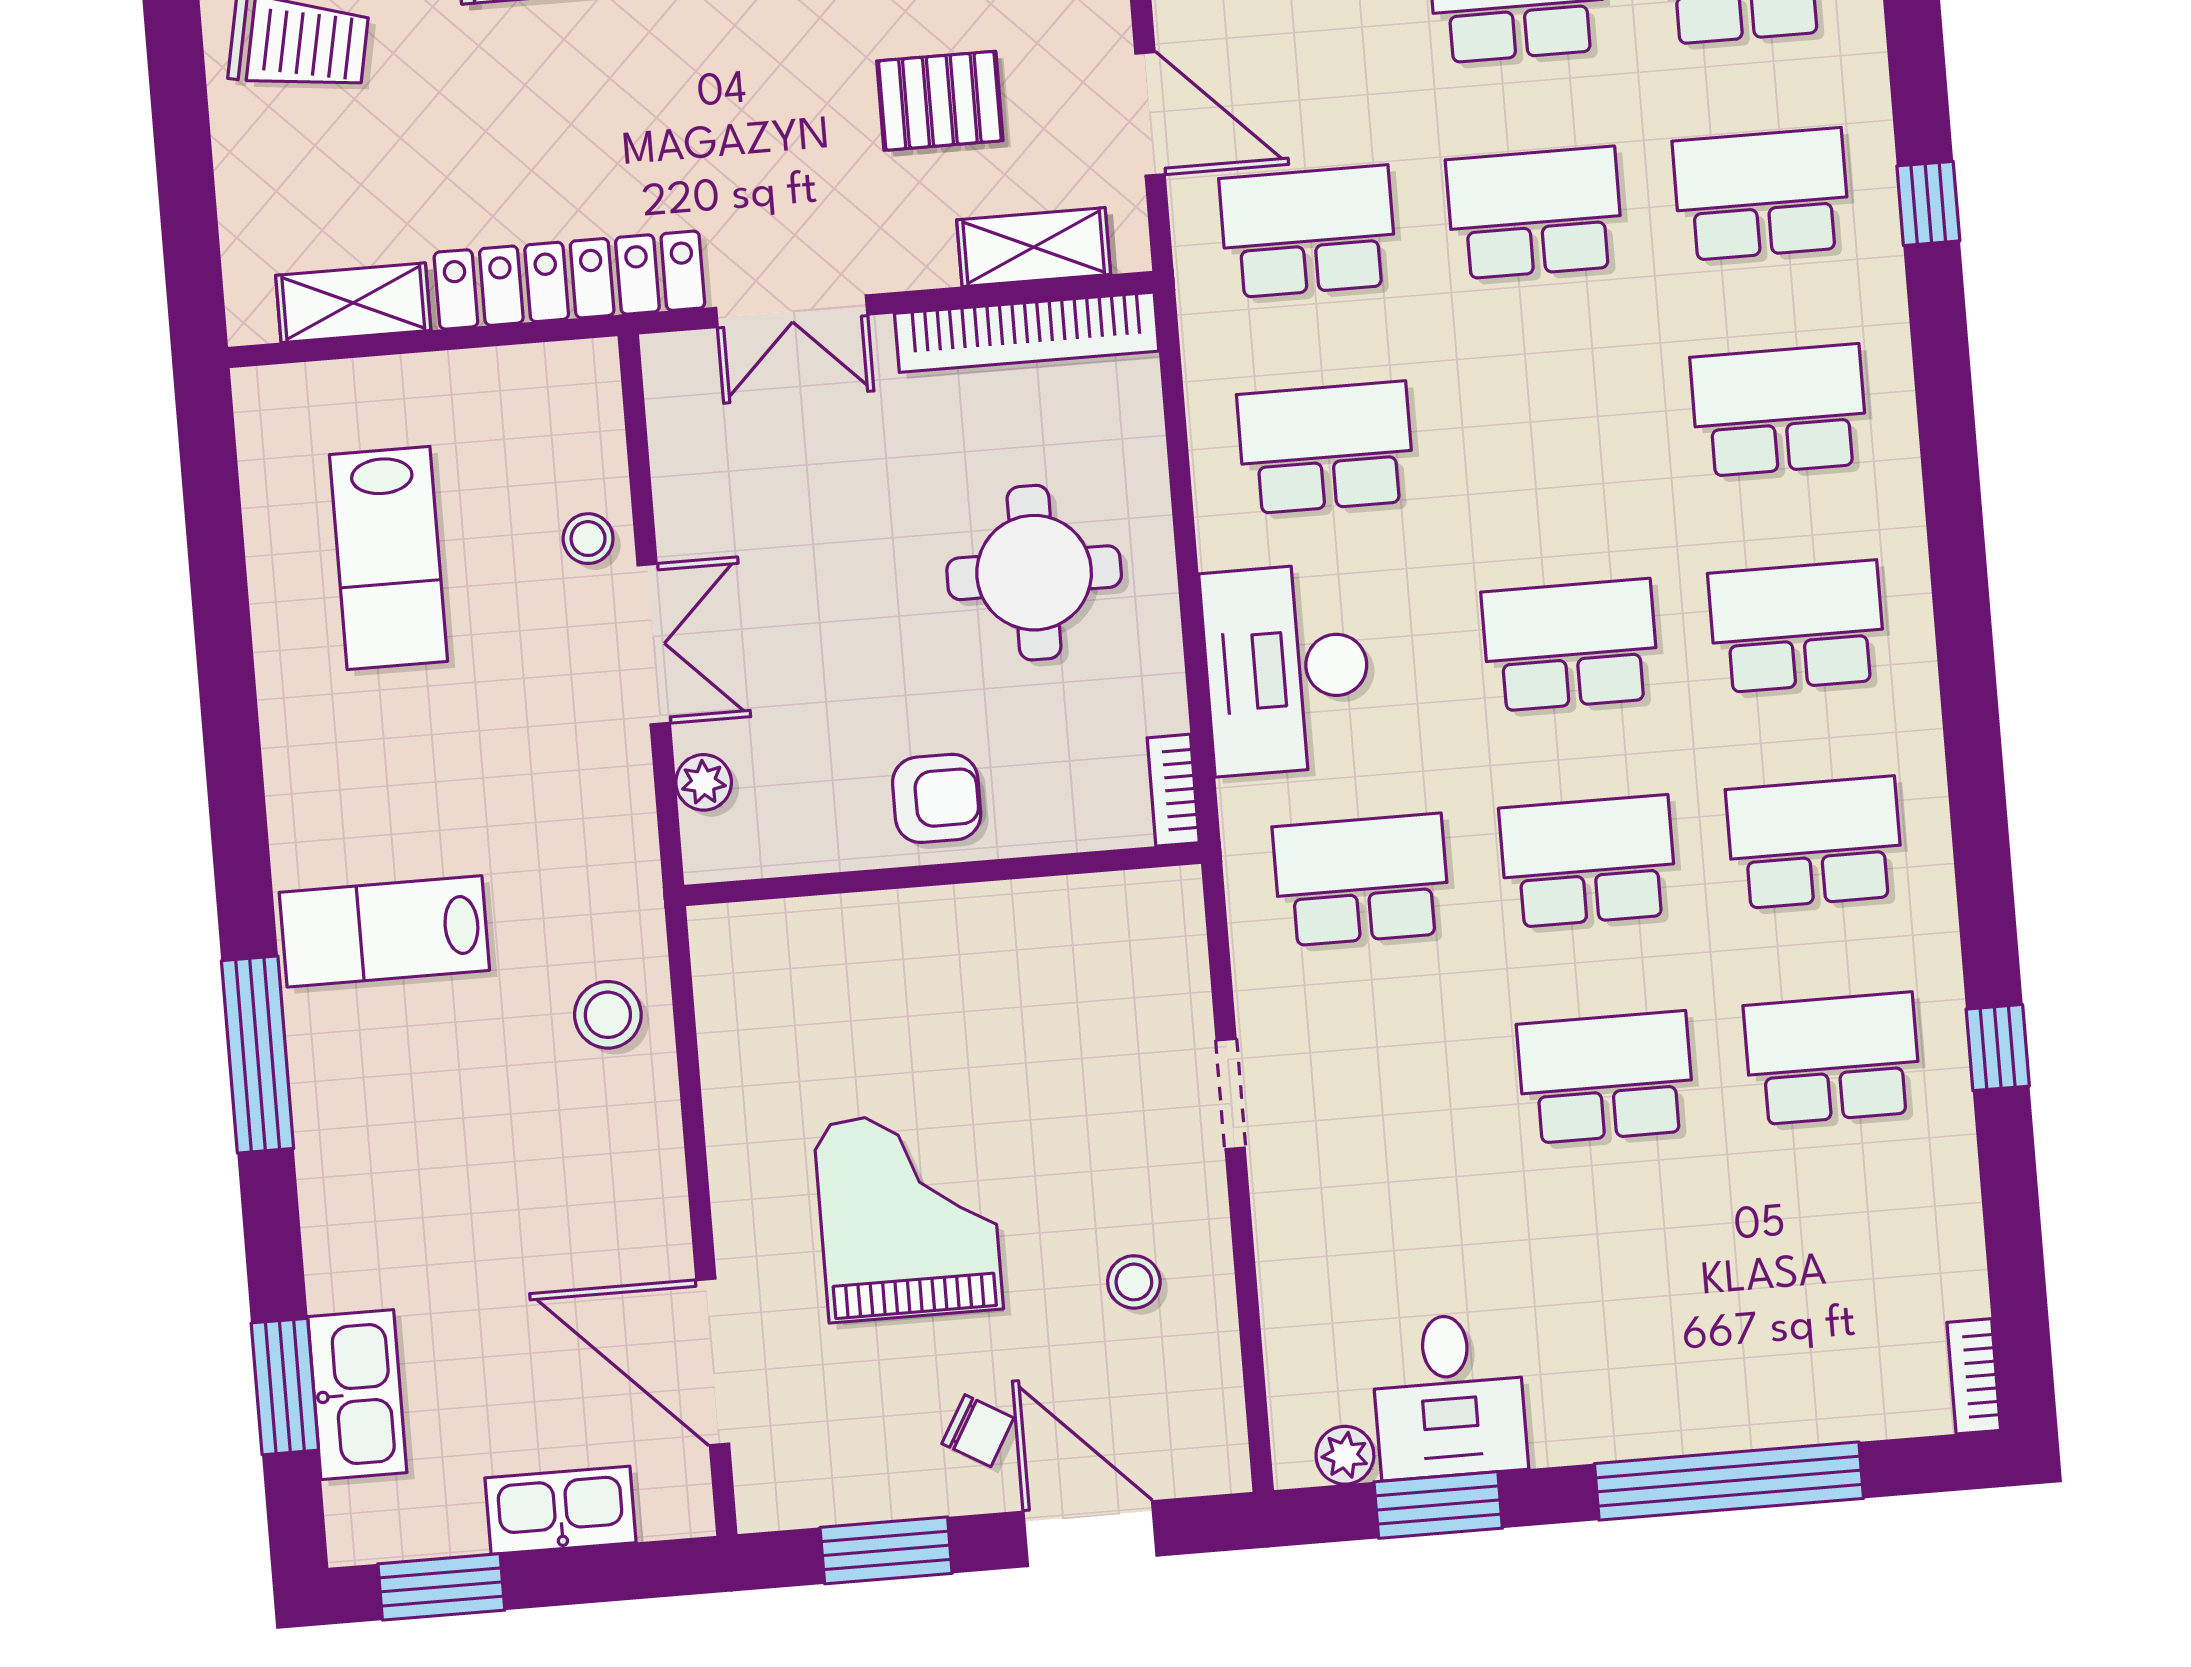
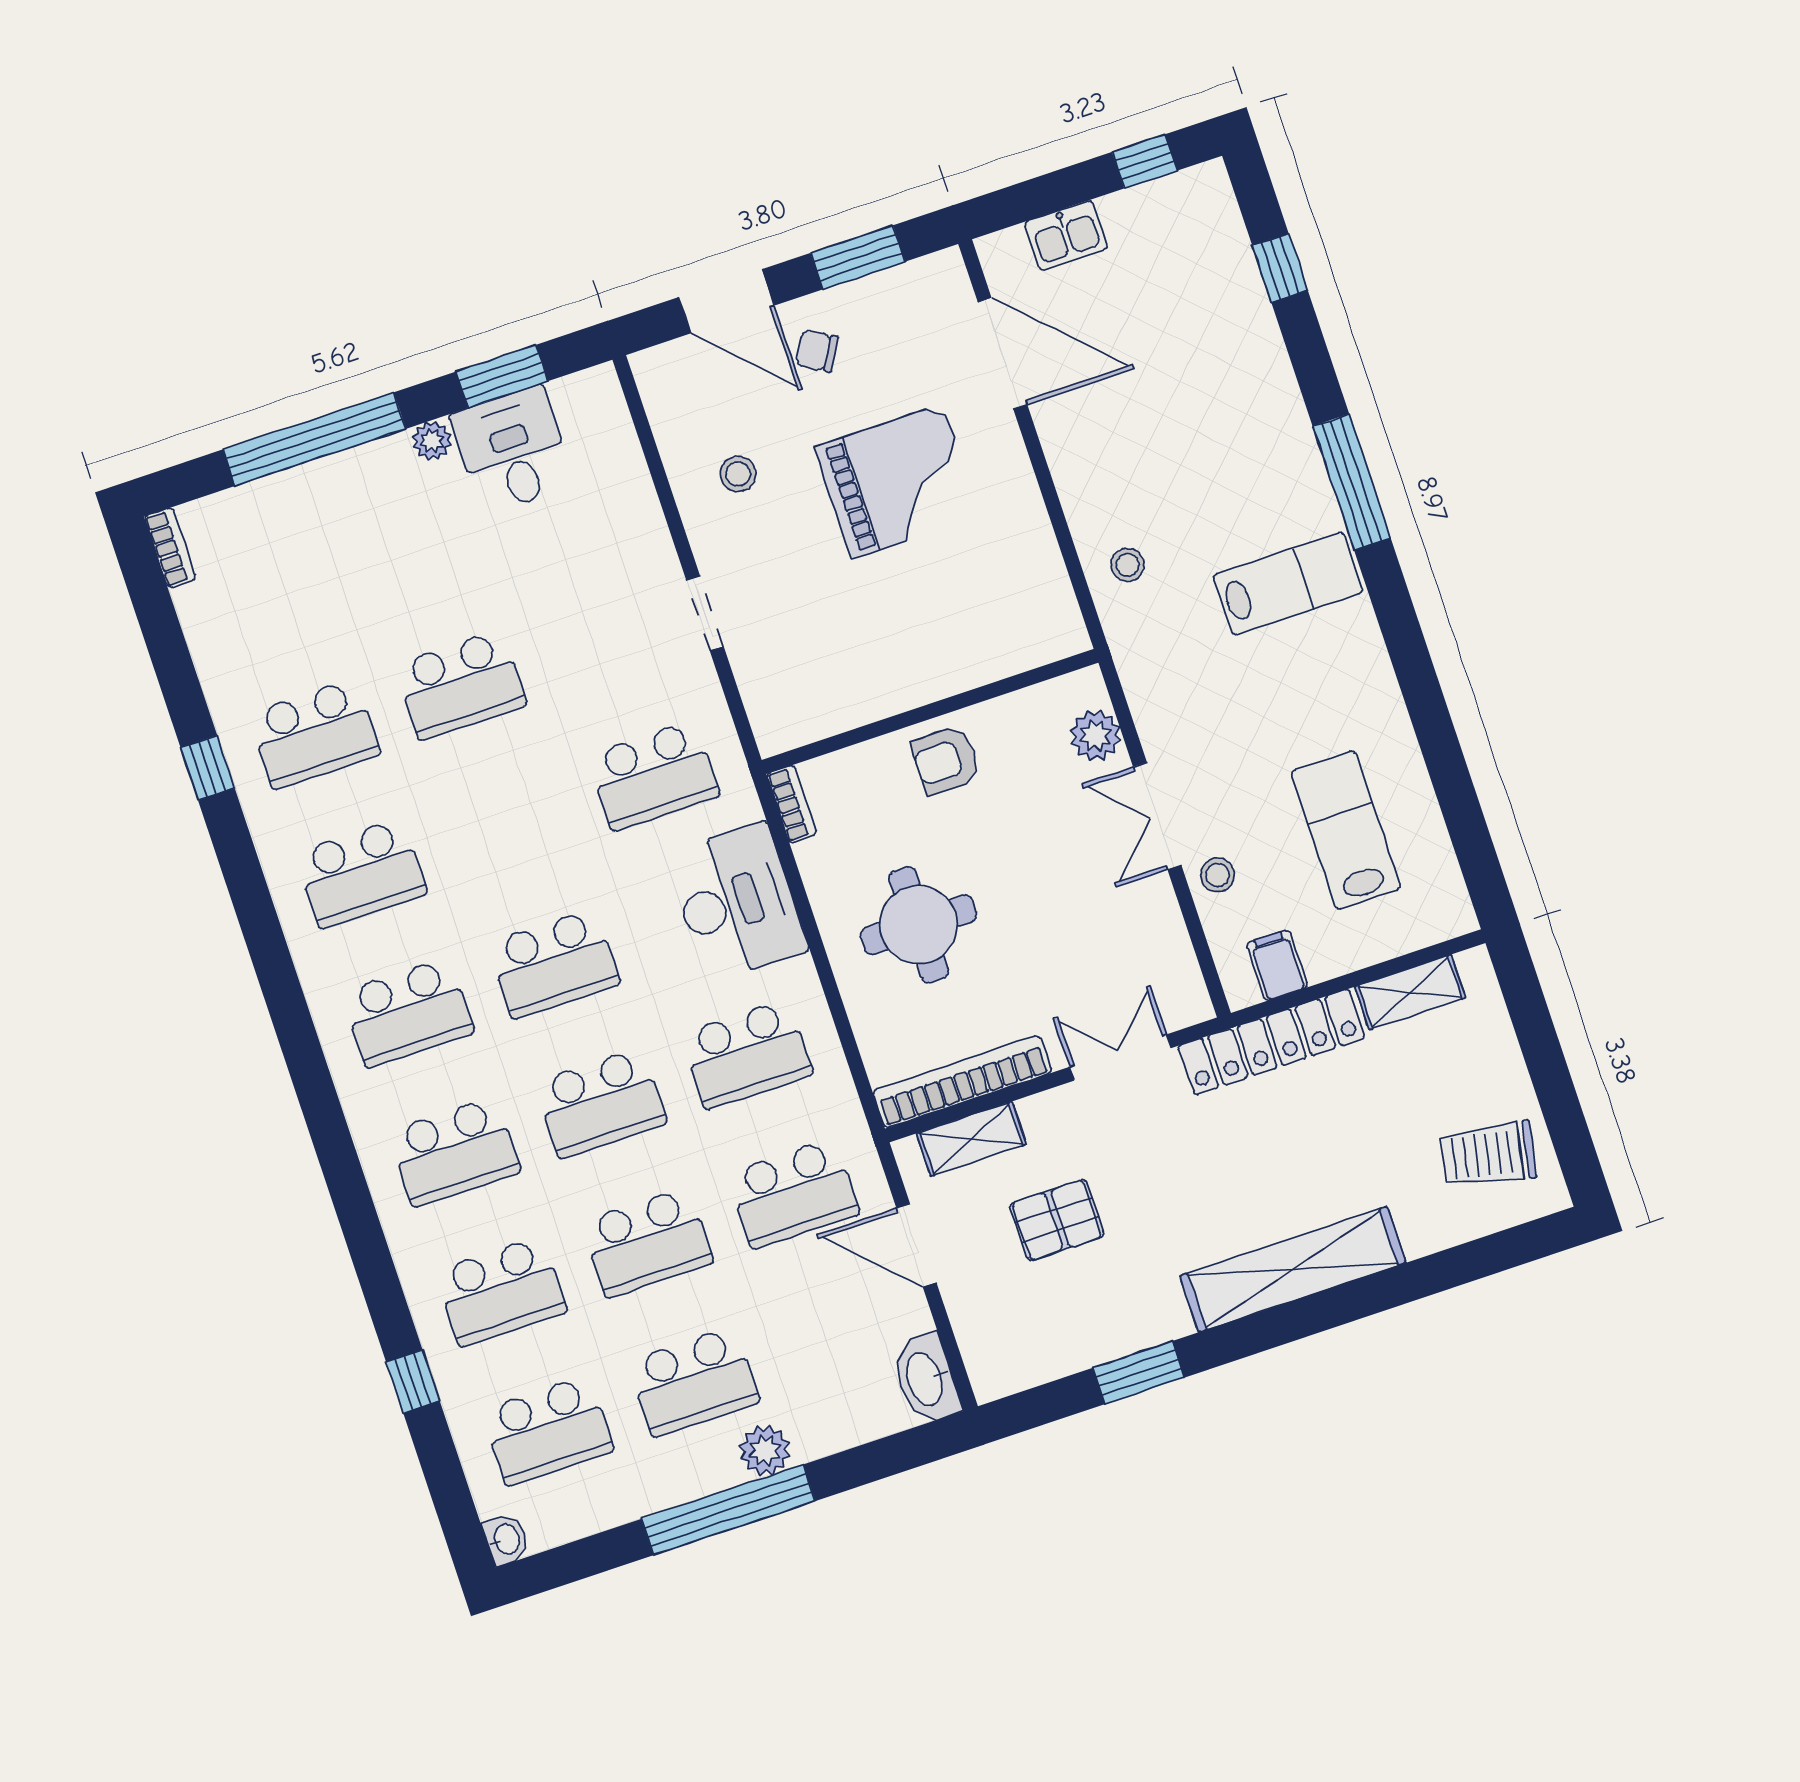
window: (1928, 203) -> (413, 1381), moved
filing cabinet: (535, 388) -> (1277, 965), added
plant: (704, 782) -> (1095, 735), width x1.38, depth x1.38
school desk: (1588, 861) -> (601, 1103), moved
stool: (608, 1015) -> (1128, 565), width x0.73, depth x0.73
grand piano: (908, 1215) -> (898, 481), turned -90
window: (285, 1387) -> (1280, 268), width x0.67
kitchen sink: (357, 1395) -> (1231, 274), removed
plant: (1345, 1455) -> (432, 441), moved
kitchen sink: (560, 1510) -> (1066, 235), width x0.73
window: (441, 1587) -> (1145, 161), width x0.67

